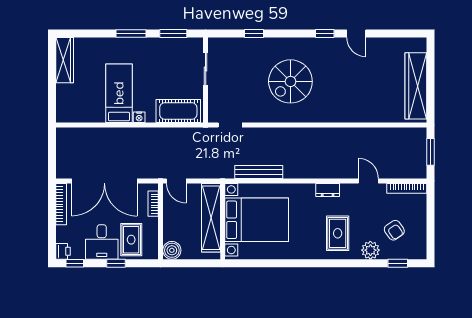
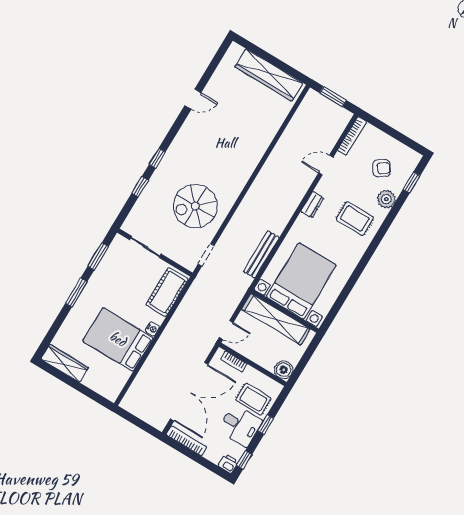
window: (325, 34) -> (157, 158), moved
spiral stairs: (290, 81) -> (195, 206), moved, turned 90
bed: (119, 93) -> (118, 339), width x1.50

